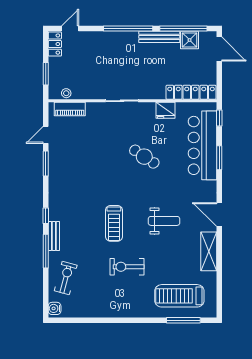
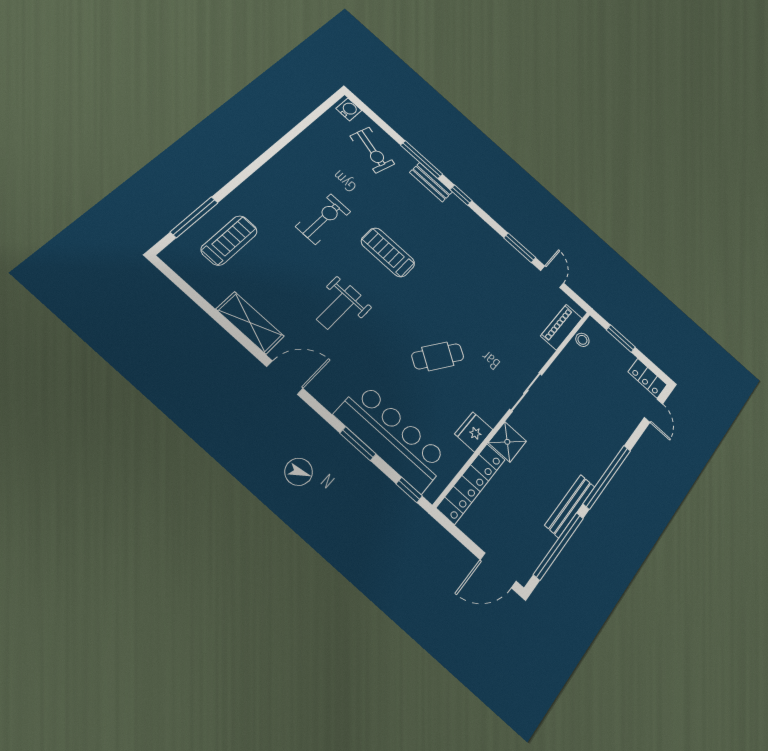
shower: (190, 40) -> (507, 442), moved
treadmill: (179, 296) -> (229, 240), width x0.73, depth x0.73

